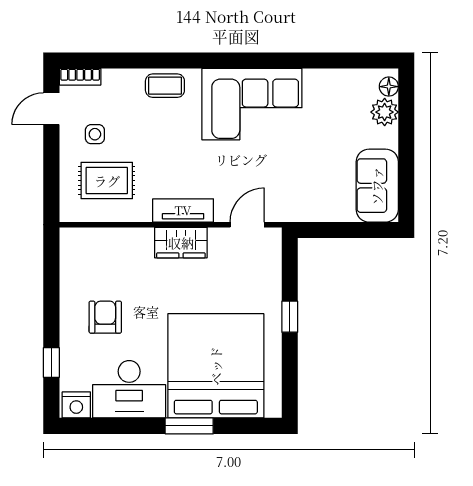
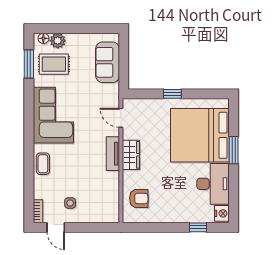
window: (343, 60) -> (29, 64), added
rug: (107, 181) -> (54, 64), moved, turned 90
sofa: (377, 186) -> (108, 62), moved, turned 90
armchair: (105, 317) -> (139, 198), moved, turned 180

